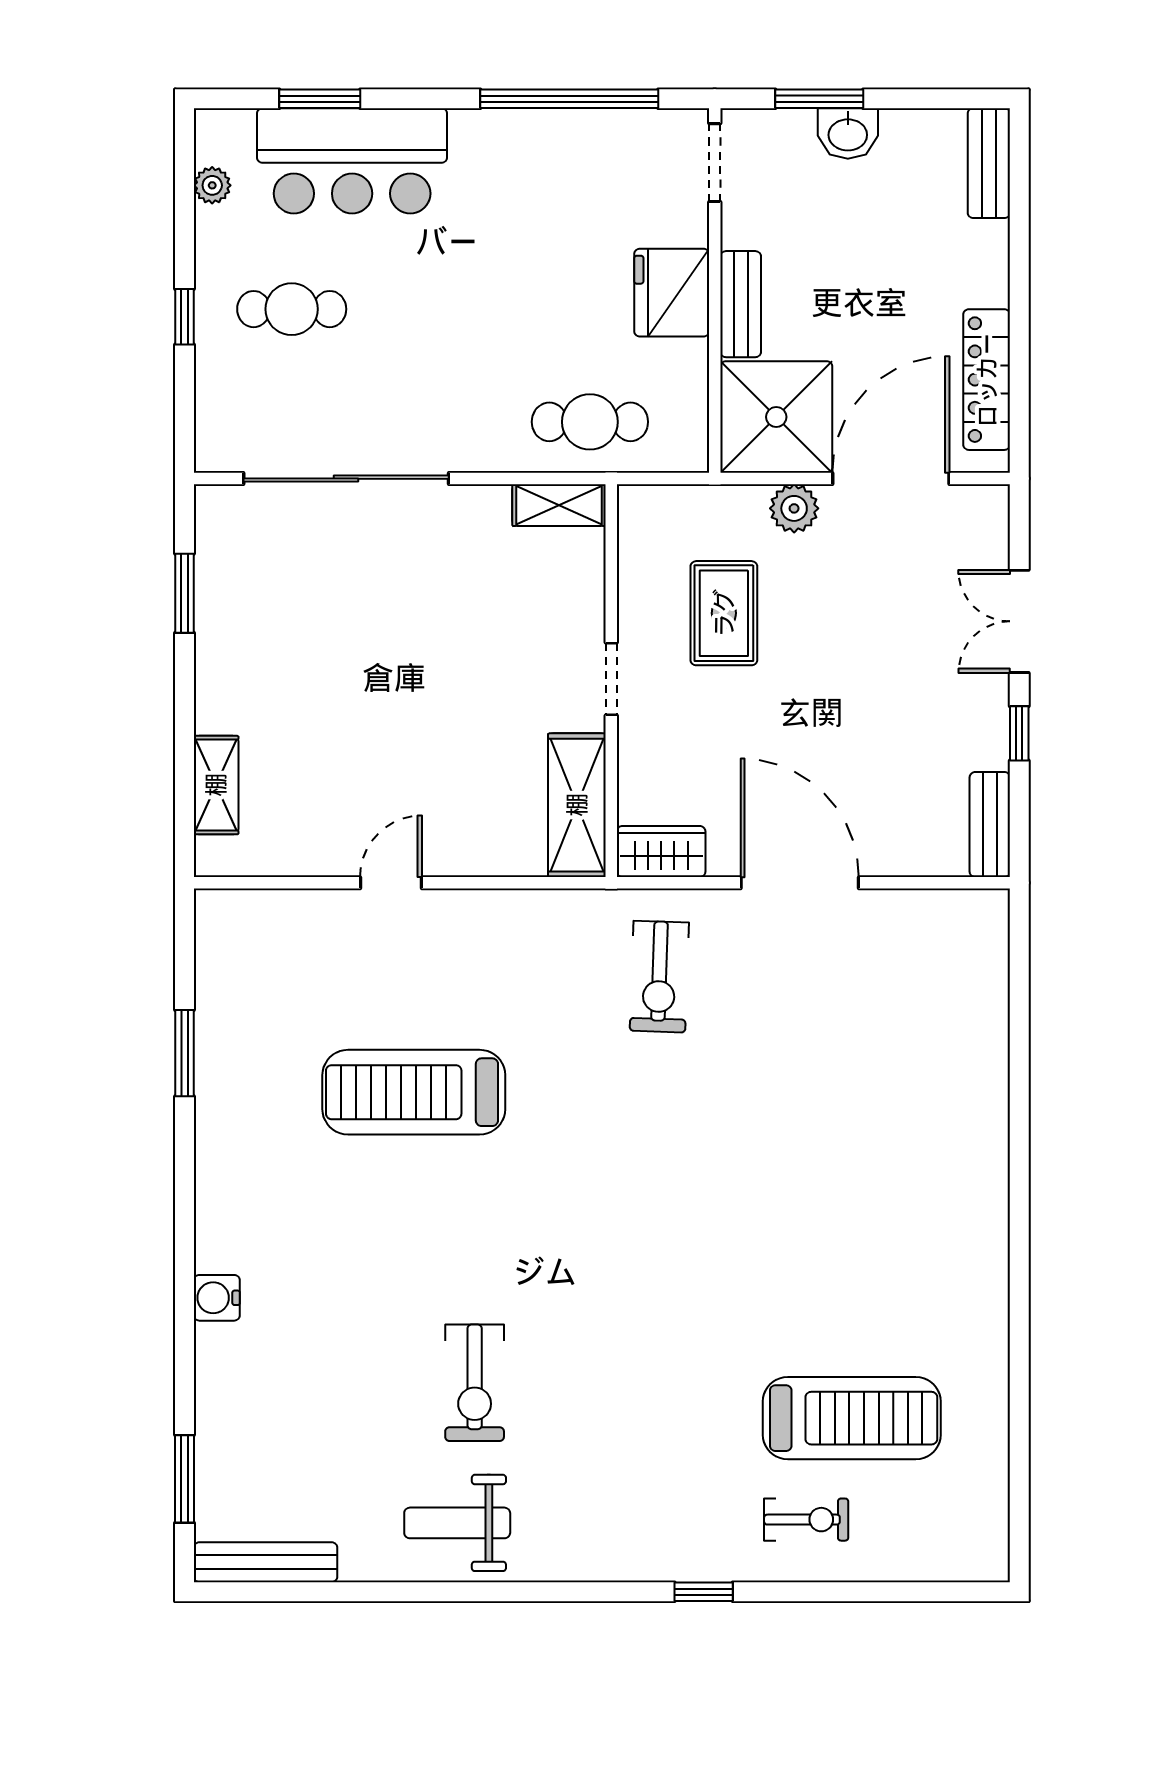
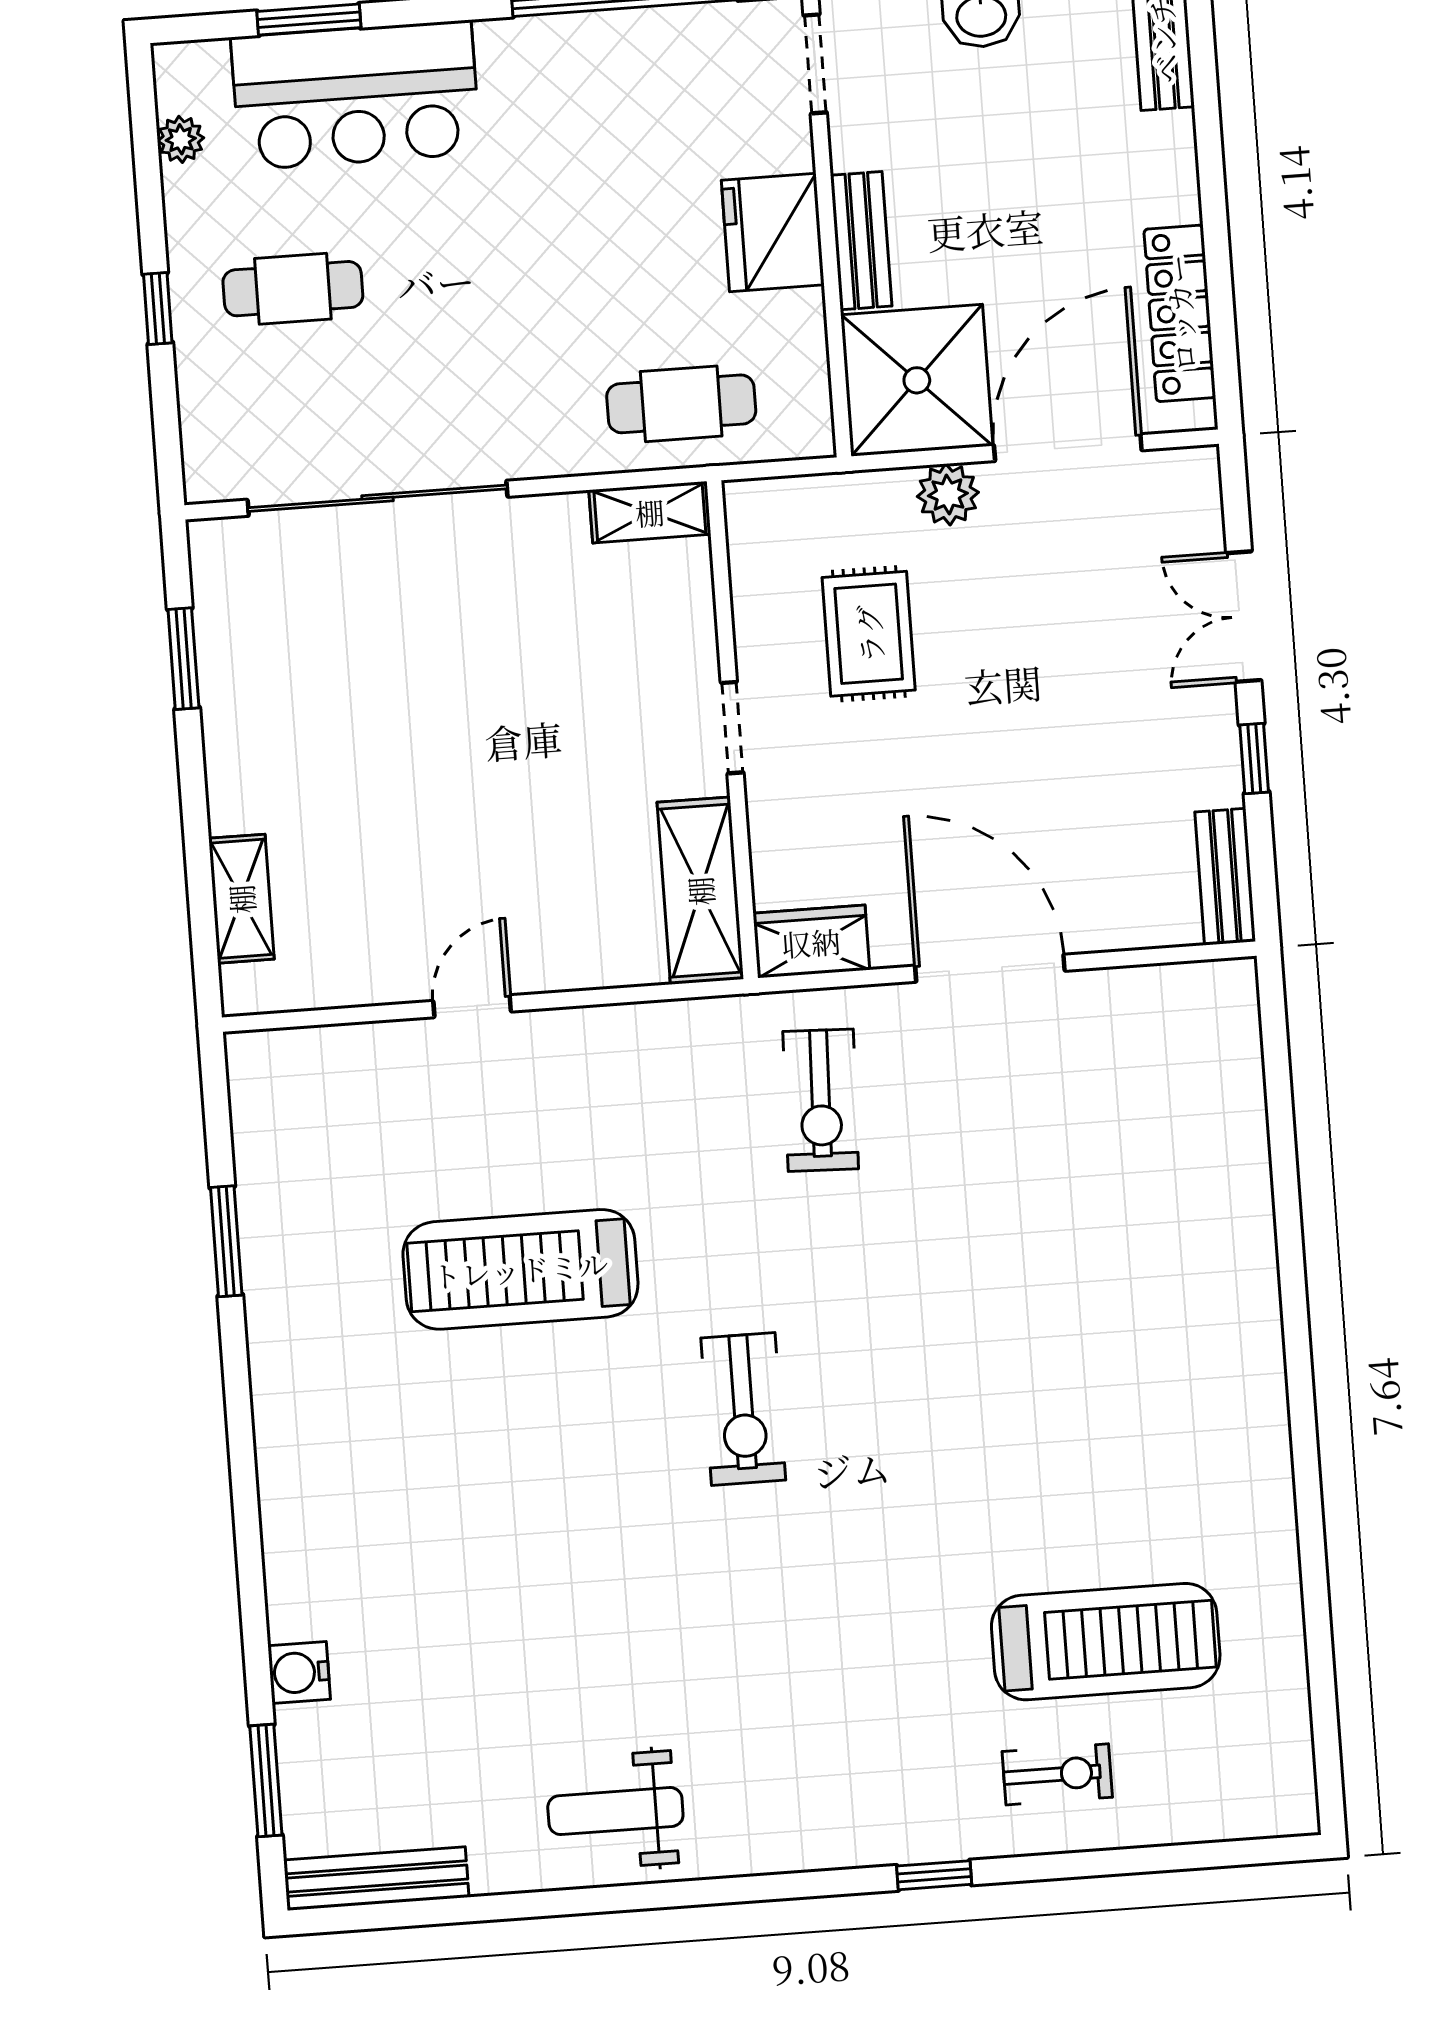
water cooler: (217, 1298) -> (299, 1673), moved
exercise bike: (475, 1383) -> (743, 1409), moved

